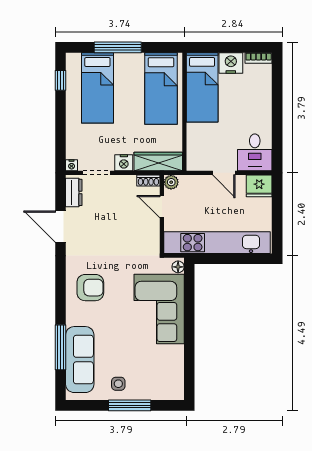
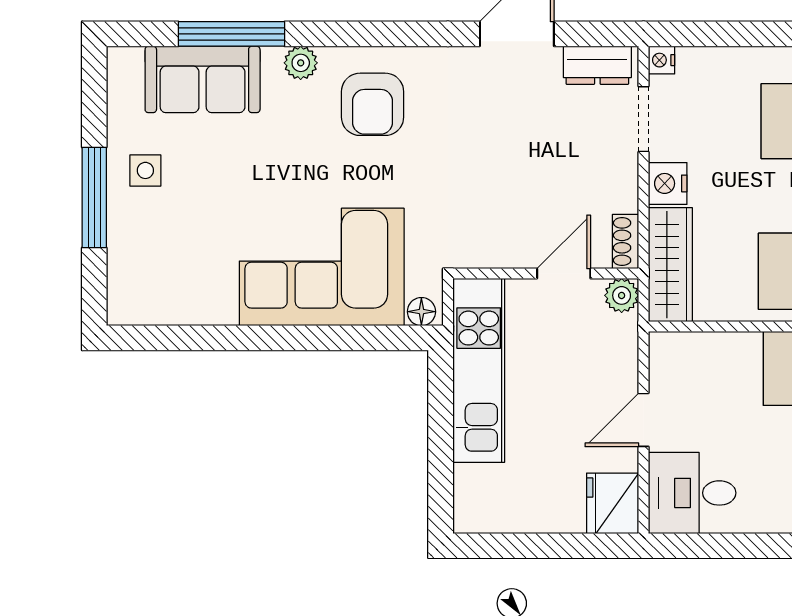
kitchen unit: (217, 243) -> (479, 370), width x0.73
plant: (73, 318) -> (301, 63), added
sofa: (80, 360) -> (203, 79), width x0.73

